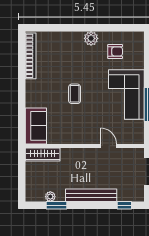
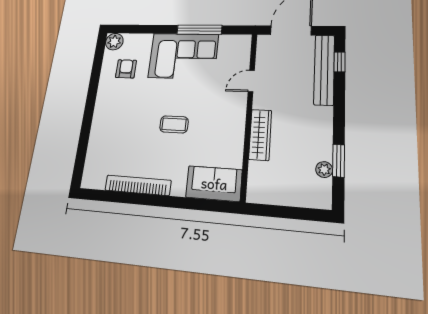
plant: (91, 38) -> (114, 42), moved
bookcase: (31, 56) -> (138, 185), moved
wardrobe: (43, 154) -> (260, 135), moved
bench: (91, 195) -> (324, 70), moved

